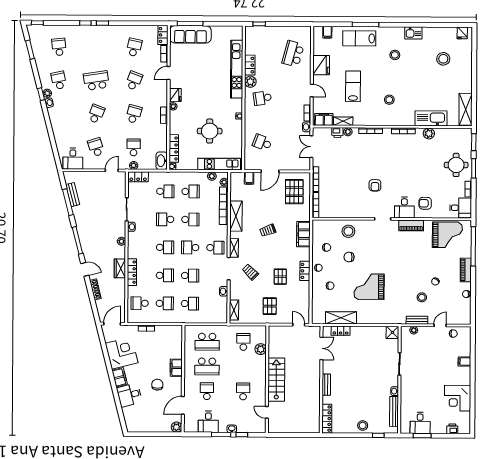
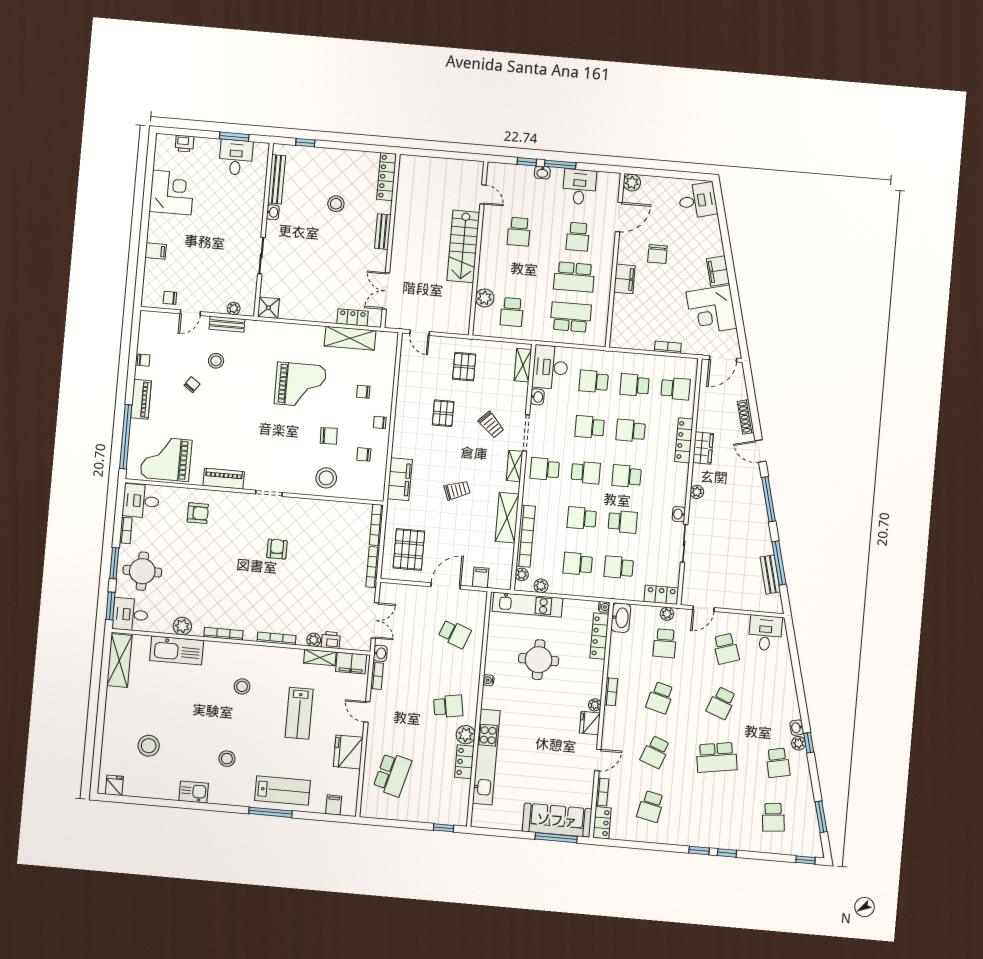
desk: (404, 208) -> (130, 615), moved, turned -90
locker: (305, 271) -> (402, 419), removed
desk: (217, 310) -> (550, 367), added
school desk: (207, 366) -> (574, 277), turned 180
desk: (129, 395) -> (698, 201), moved
stool: (363, 426) -> (336, 204), moved

